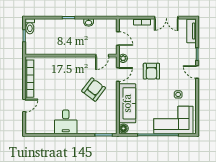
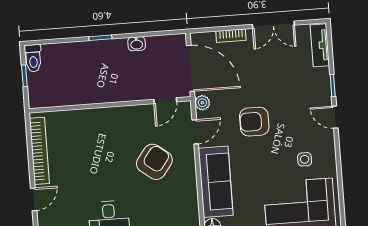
door: (118, 39) -> (190, 68), width x1.87
armchair: (151, 71) -> (254, 122), turned 90

